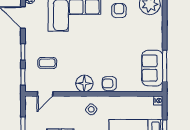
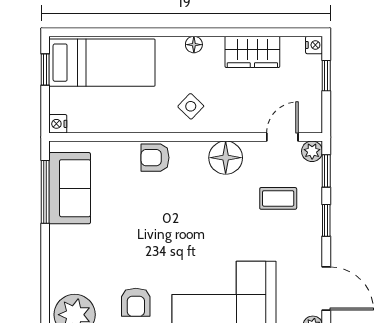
floor lamp: (84, 83) -> (226, 158), moved
armchair: (109, 83) -> (155, 158), turned 180
plant: (30, 87) -> (312, 151), added

